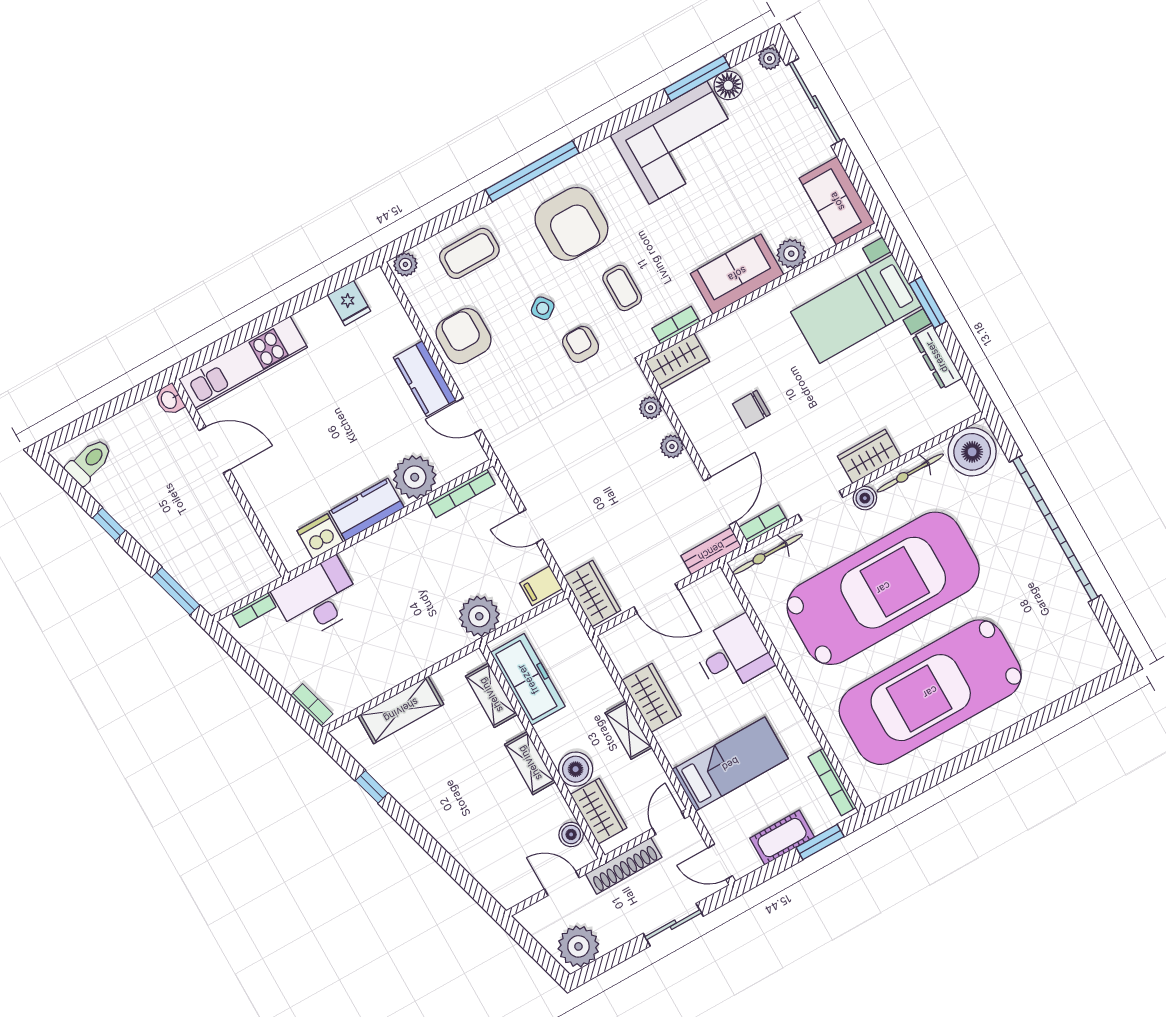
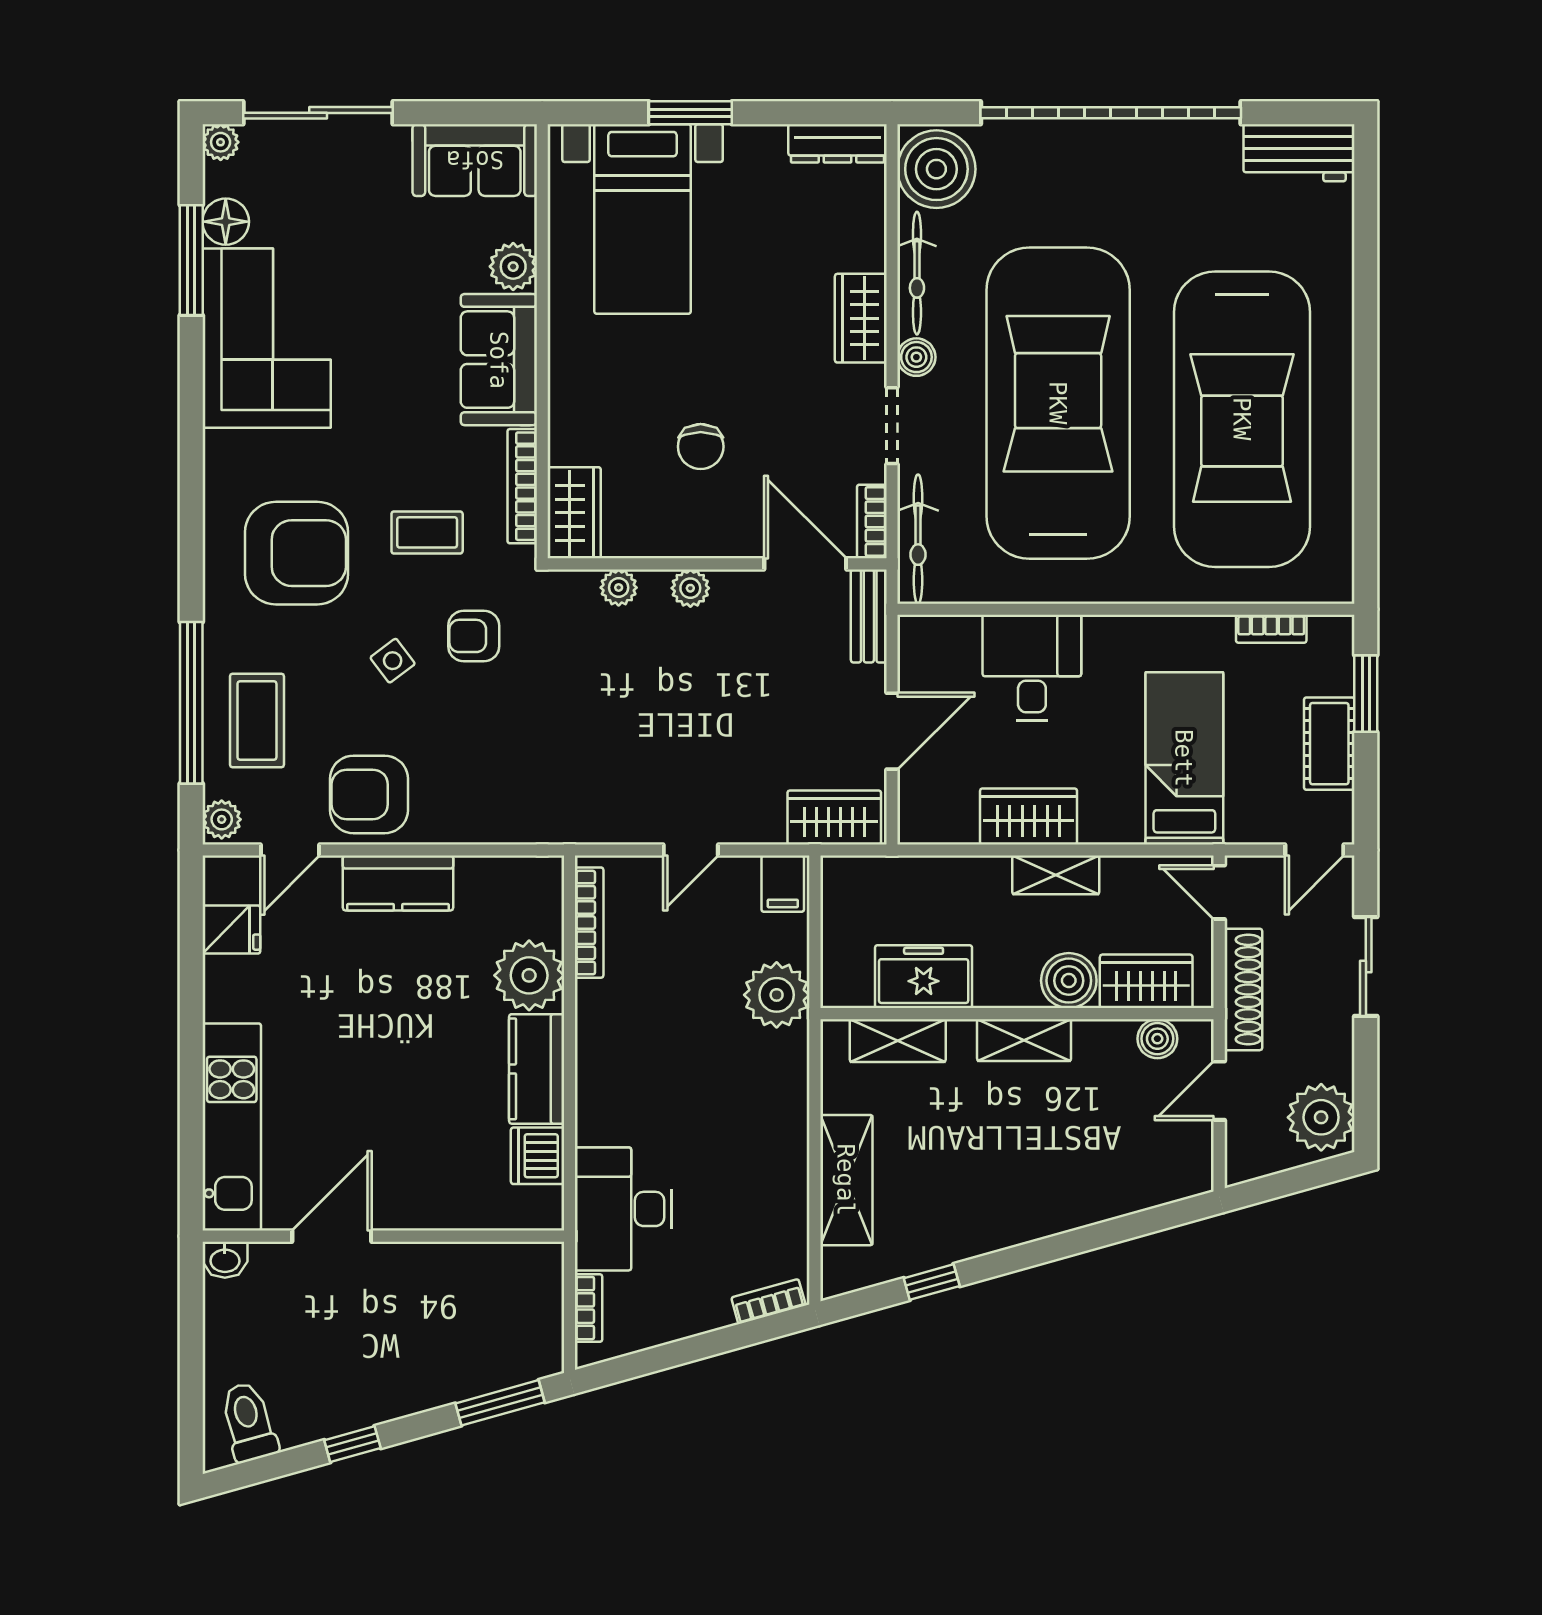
window: (532, 171) -> (191, 703), moved
bookcase: (676, 325) -> (522, 486), width x1.56
dresser: (937, 357) -> (838, 143), moved
door: (469, 416) -> (290, 850), moved
workbench: (1091, 642) -> (1299, 153), added
freezer: (528, 679) -> (924, 977), width x0.71
bookcase: (832, 782) -> (1271, 629), width x0.64

